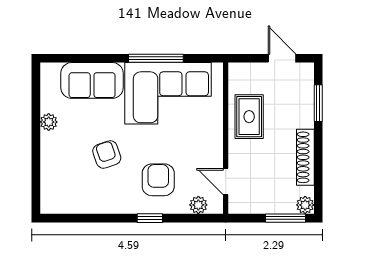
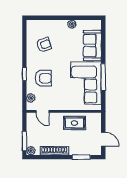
door: (282, 58) -> (103, 139), hinge flipped
armchair: (107, 154) -> (44, 45), moved
door: (226, 182) -> (42, 111), swing flipped

